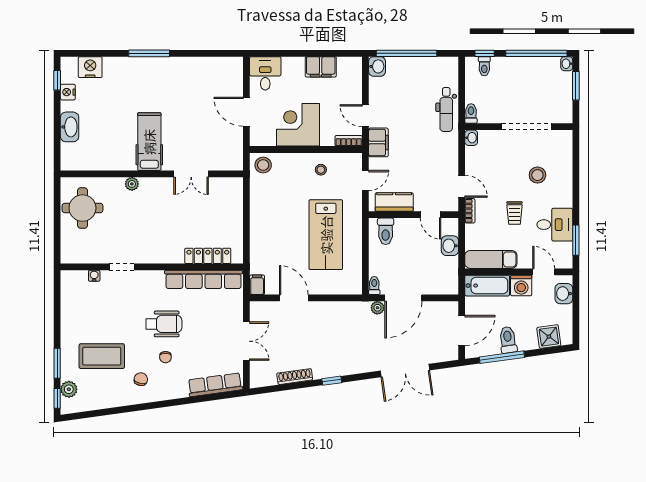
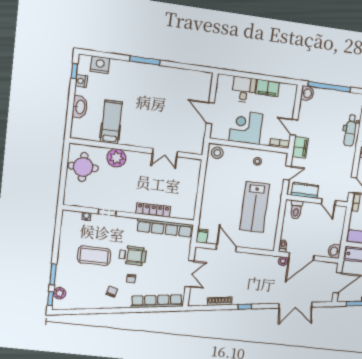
desk: (265, 73) -> (244, 90), moved
hospital bed: (149, 142) -> (111, 122), moved
plant: (132, 184) -> (116, 158), width x1.88, depth x1.88
washbasin: (450, 246) -> (334, 251), moved
locker: (208, 256) -> (153, 210), moved
coffee table: (102, 356) -> (94, 256), moved
row of seats: (215, 385) -> (157, 301), width x1.36

